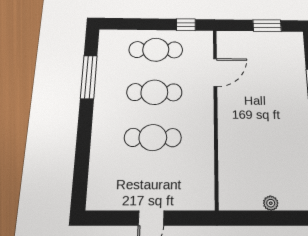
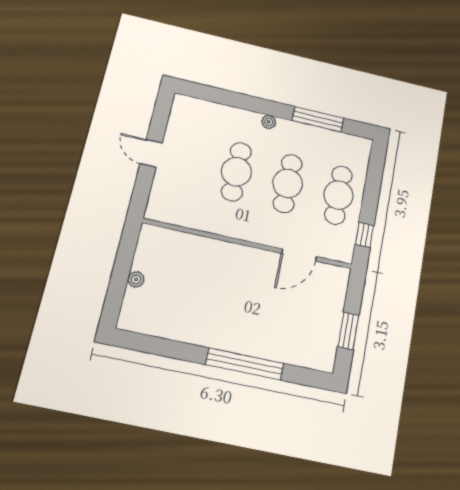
door: (215, 73) -> (299, 255), hinge flipped
plant: (99, 119) -> (269, 122), added

